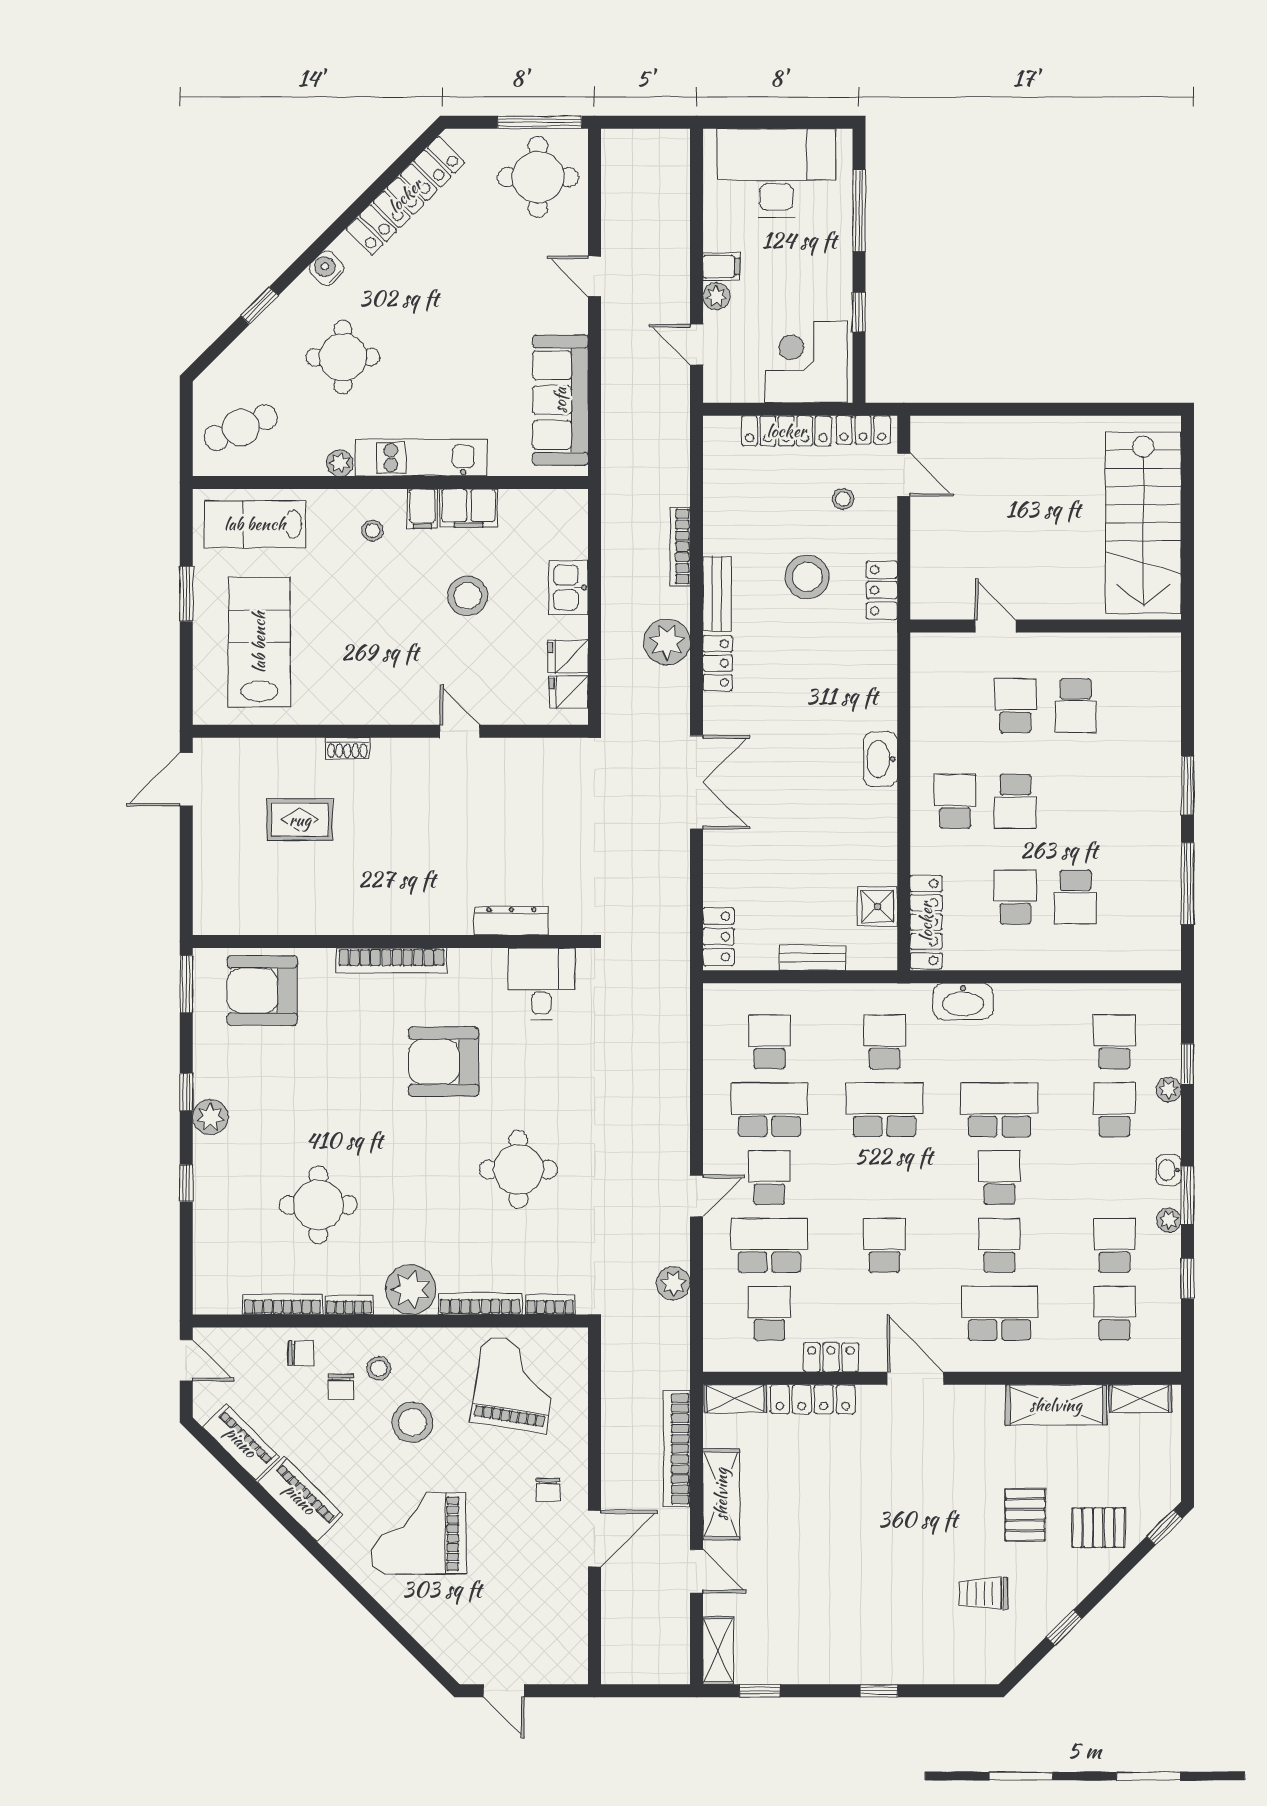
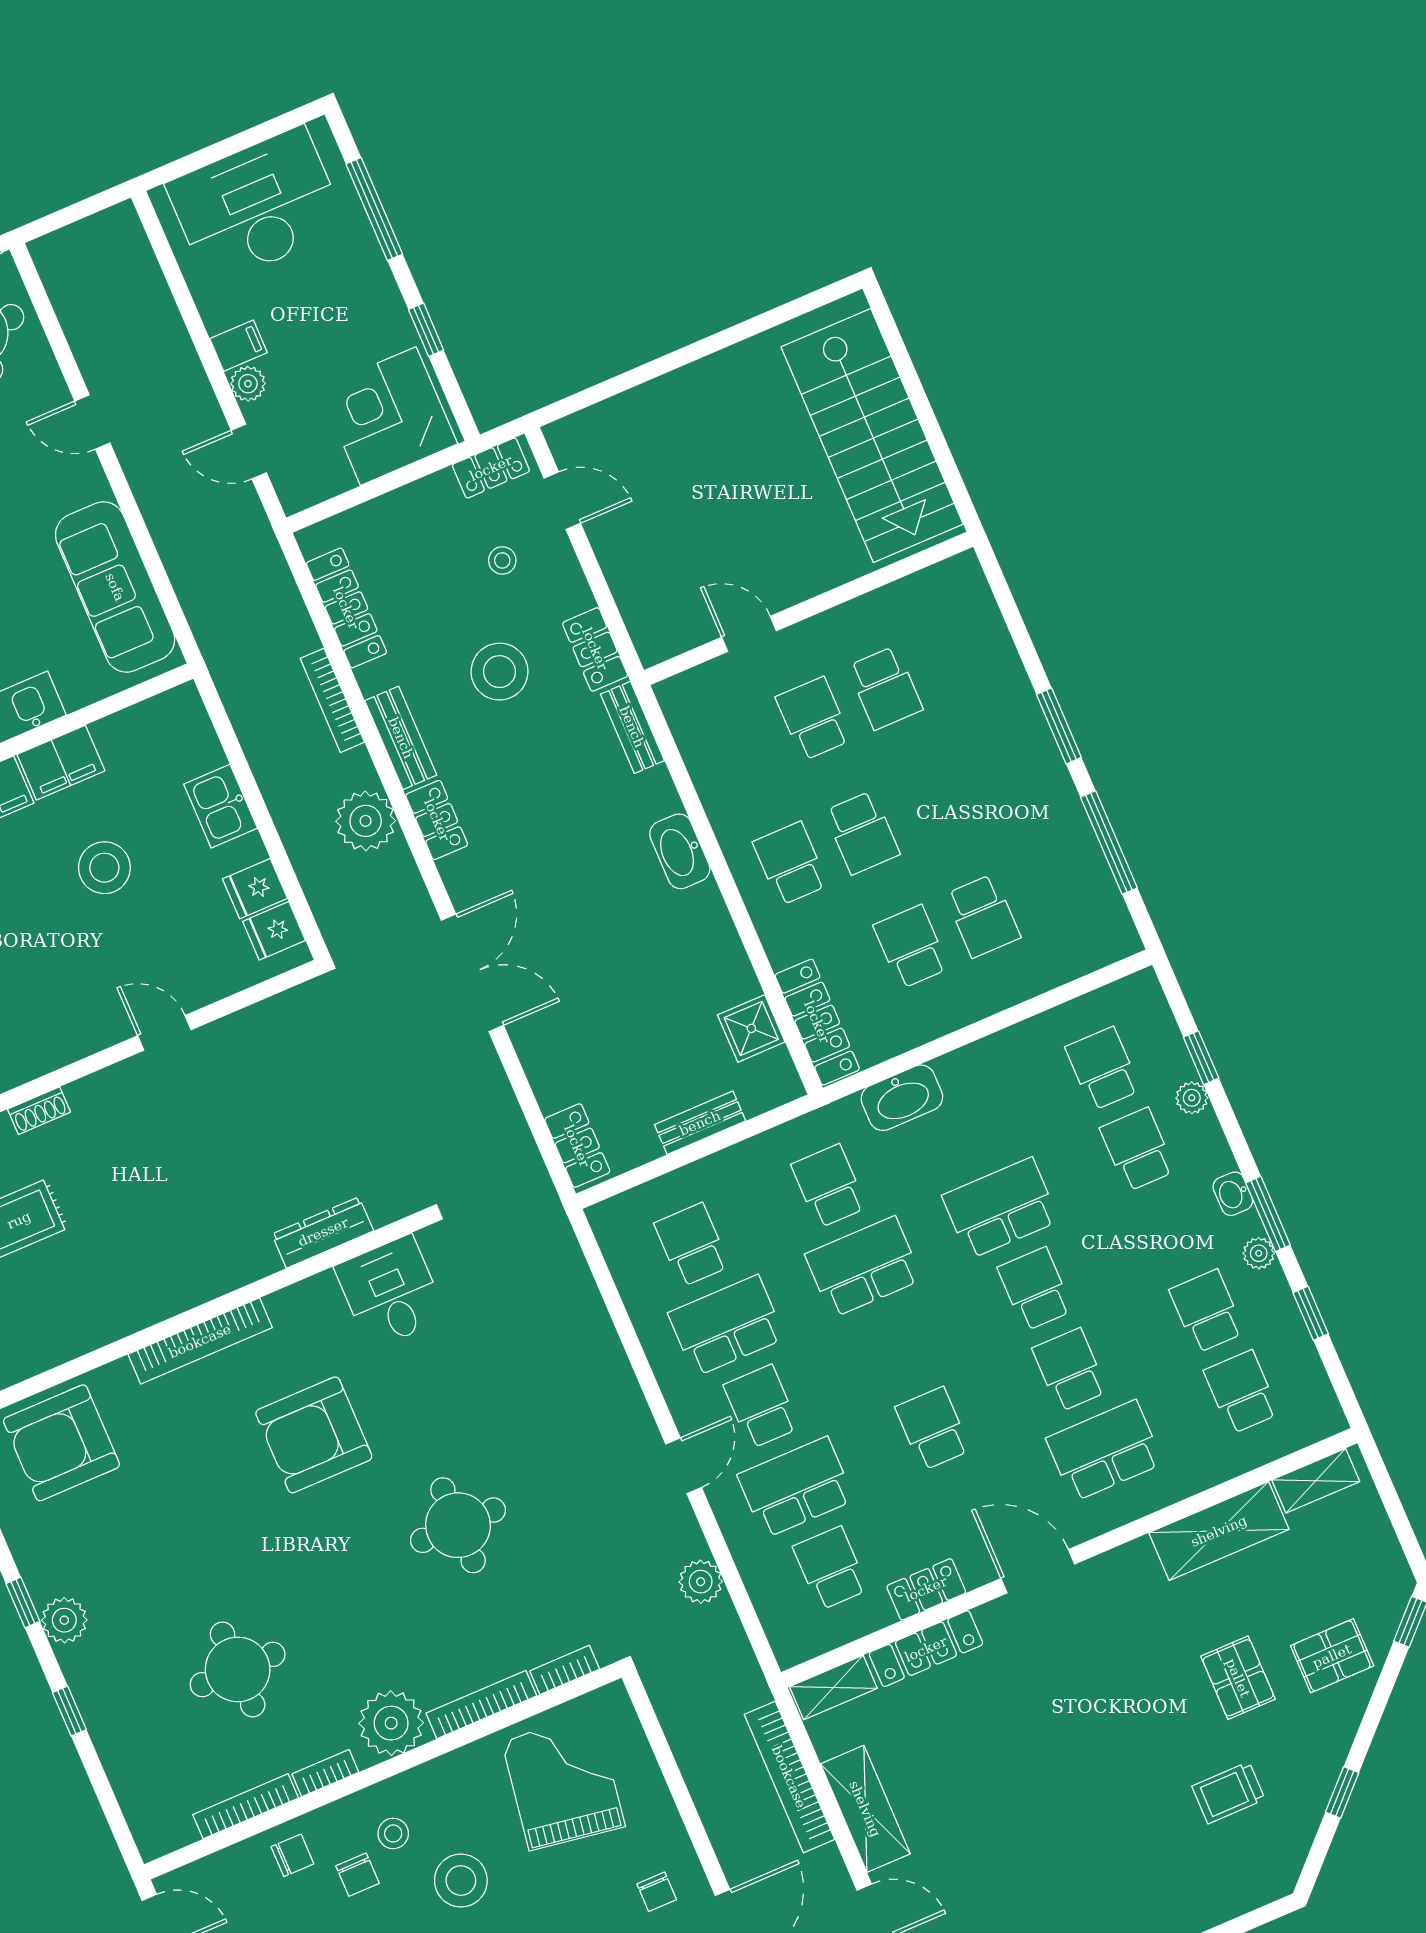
locker: (786, 431) -> (346, 608), moved, turned -90
bench: (885, 657) -> (632, 727), added

